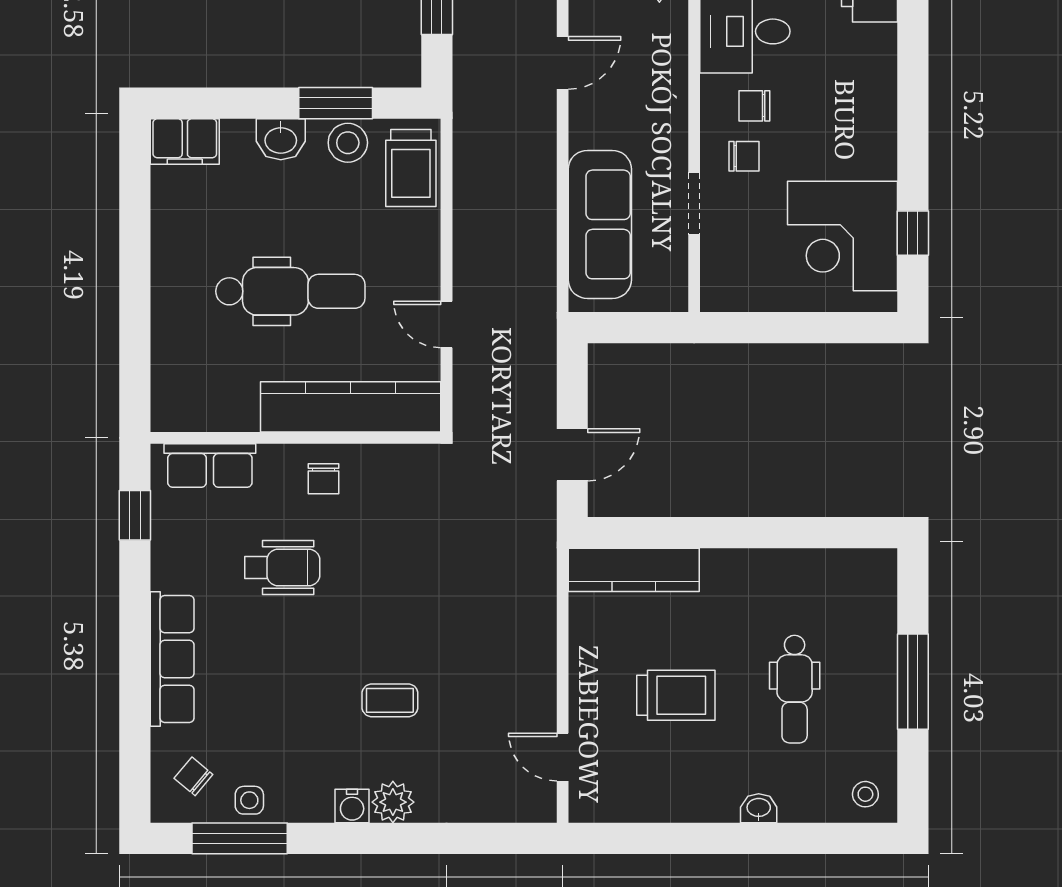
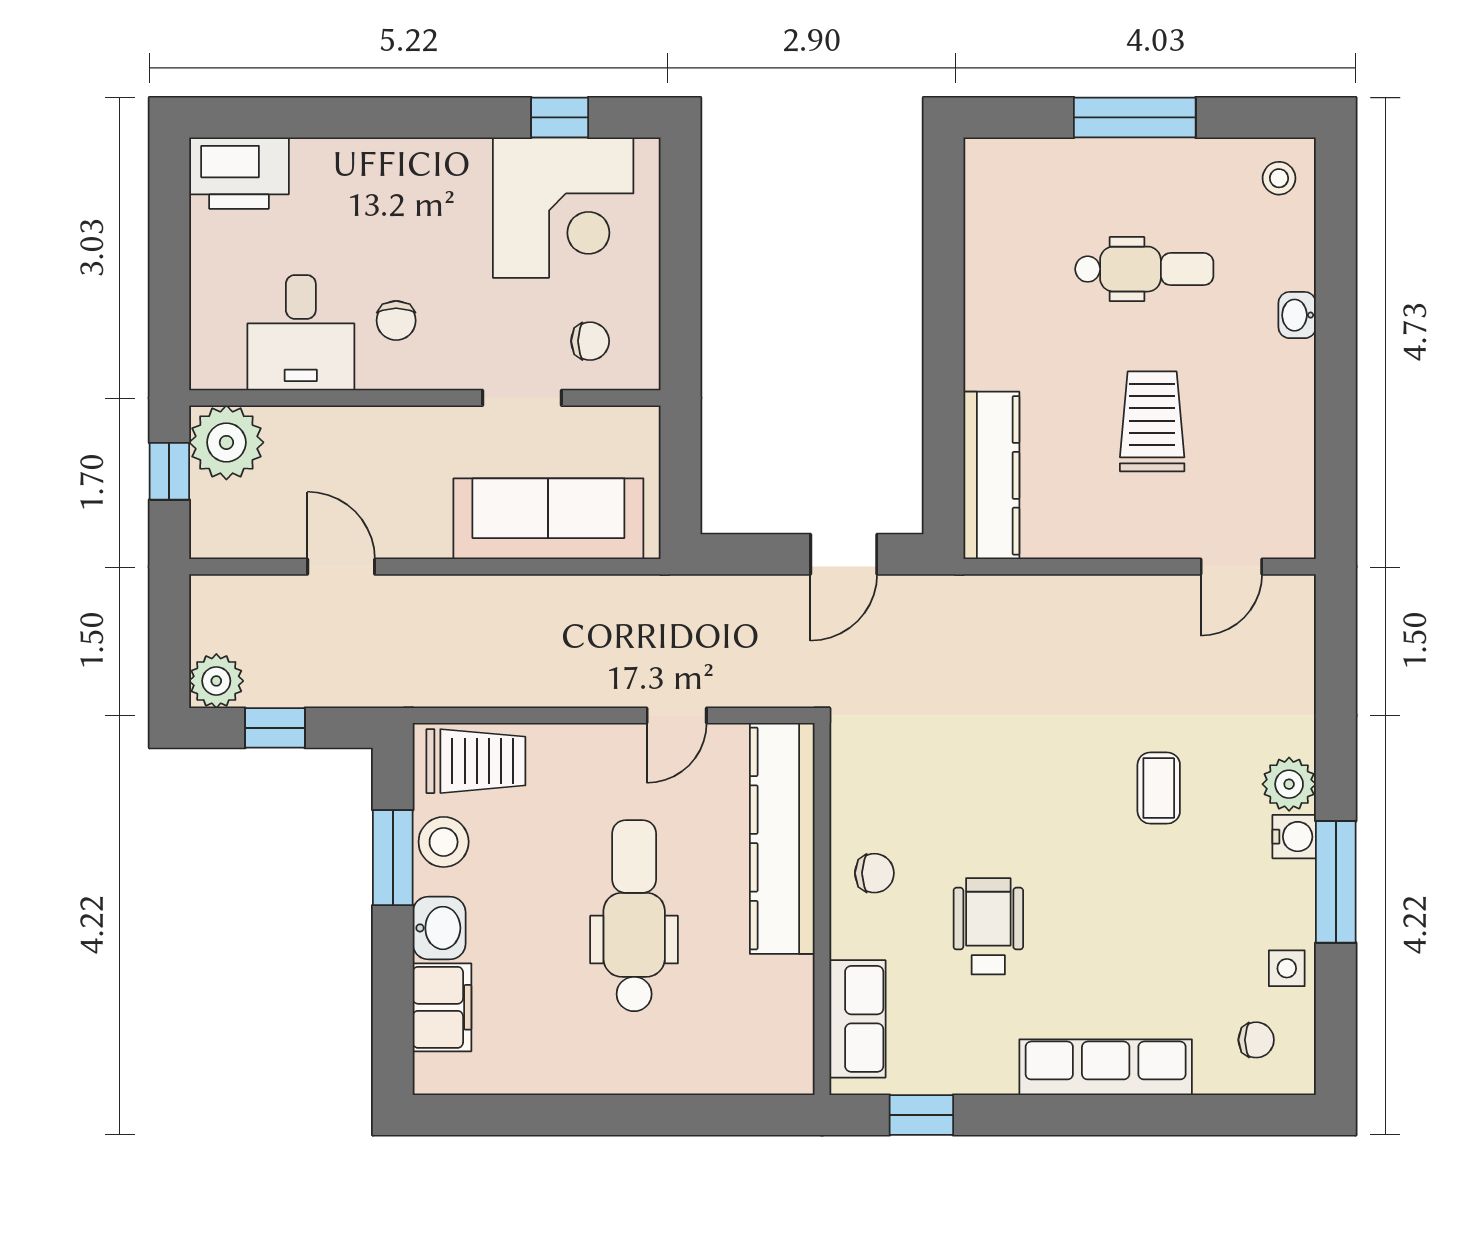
filing cabinet: (185, 141) -> (442, 1007), moved
chair: (744, 156) -> (590, 341), moved, turned 90
door: (572, 455) -> (844, 554), swing flipped
chair: (193, 776) -> (1256, 1040), turned -130
window: (240, 838) -> (1336, 882), moved

